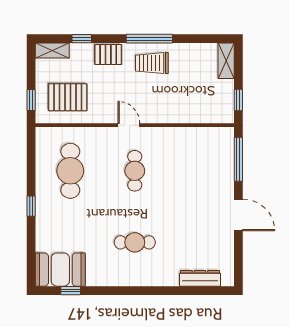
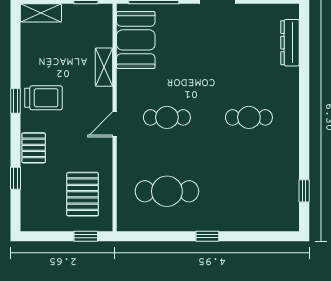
window: (149, 39) -> (16, 101), width x0.46
shelving: (52, 51) -> (104, 67), moved
trolley: (152, 63) -> (43, 98), turned -90
cafe table: (135, 242) -> (249, 117), turned 90
booth: (60, 270) -> (136, 40), moved

